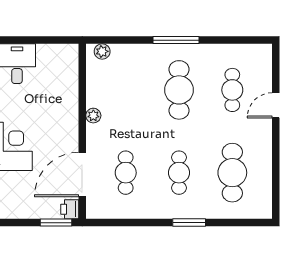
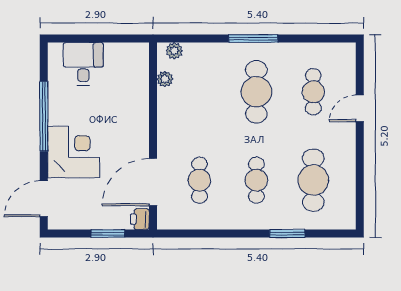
plant: (93, 116) -> (165, 79), moved
window: (56, 223) -> (108, 233), moved
window: (189, 223) -> (287, 233), moved

